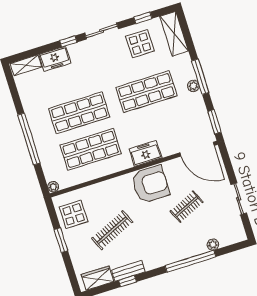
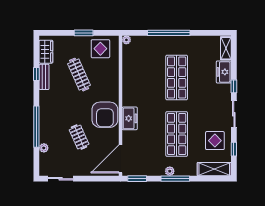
shop shelf: (91, 149) -> (146, 77), removed
sliding door: (239, 199) -> (61, 179), moved

